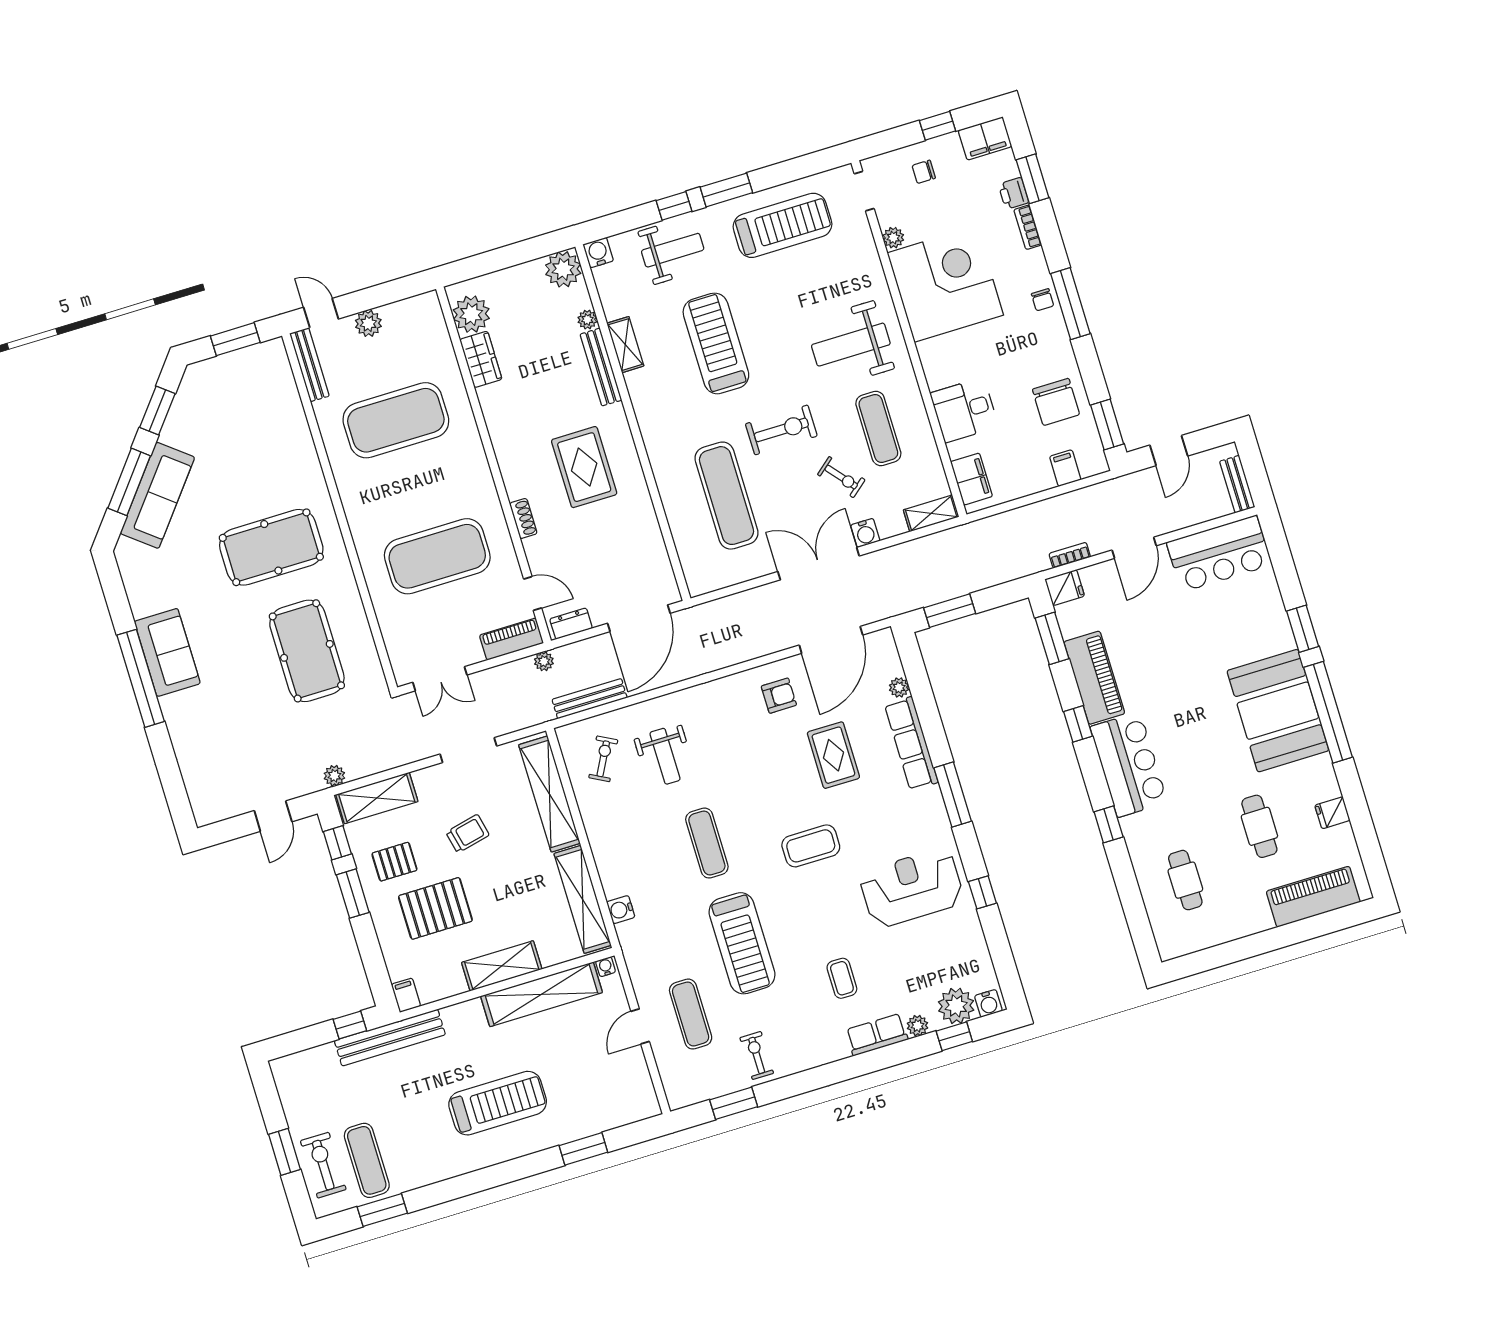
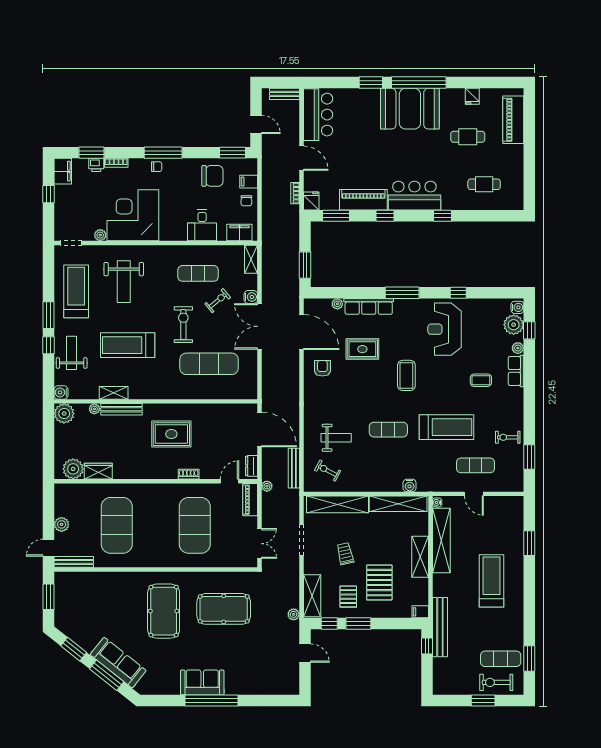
chair: (924, 172) -> (246, 201), moved
weight bench: (851, 345) -> (124, 282), moved

